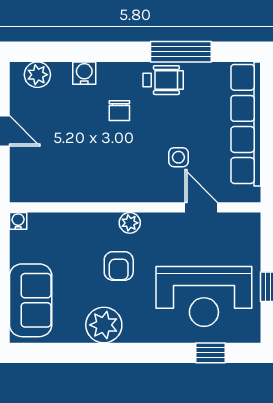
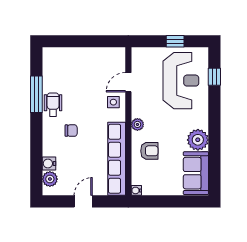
water cooler: (84, 73) -> (49, 164), moved
row of seats: (246, 124) -> (117, 159), moved, turned 90
side table: (178, 157) -> (113, 102), moved
armchair: (119, 266) -> (149, 151), moved
sofa: (31, 300) -> (196, 173), moved, turned -90

